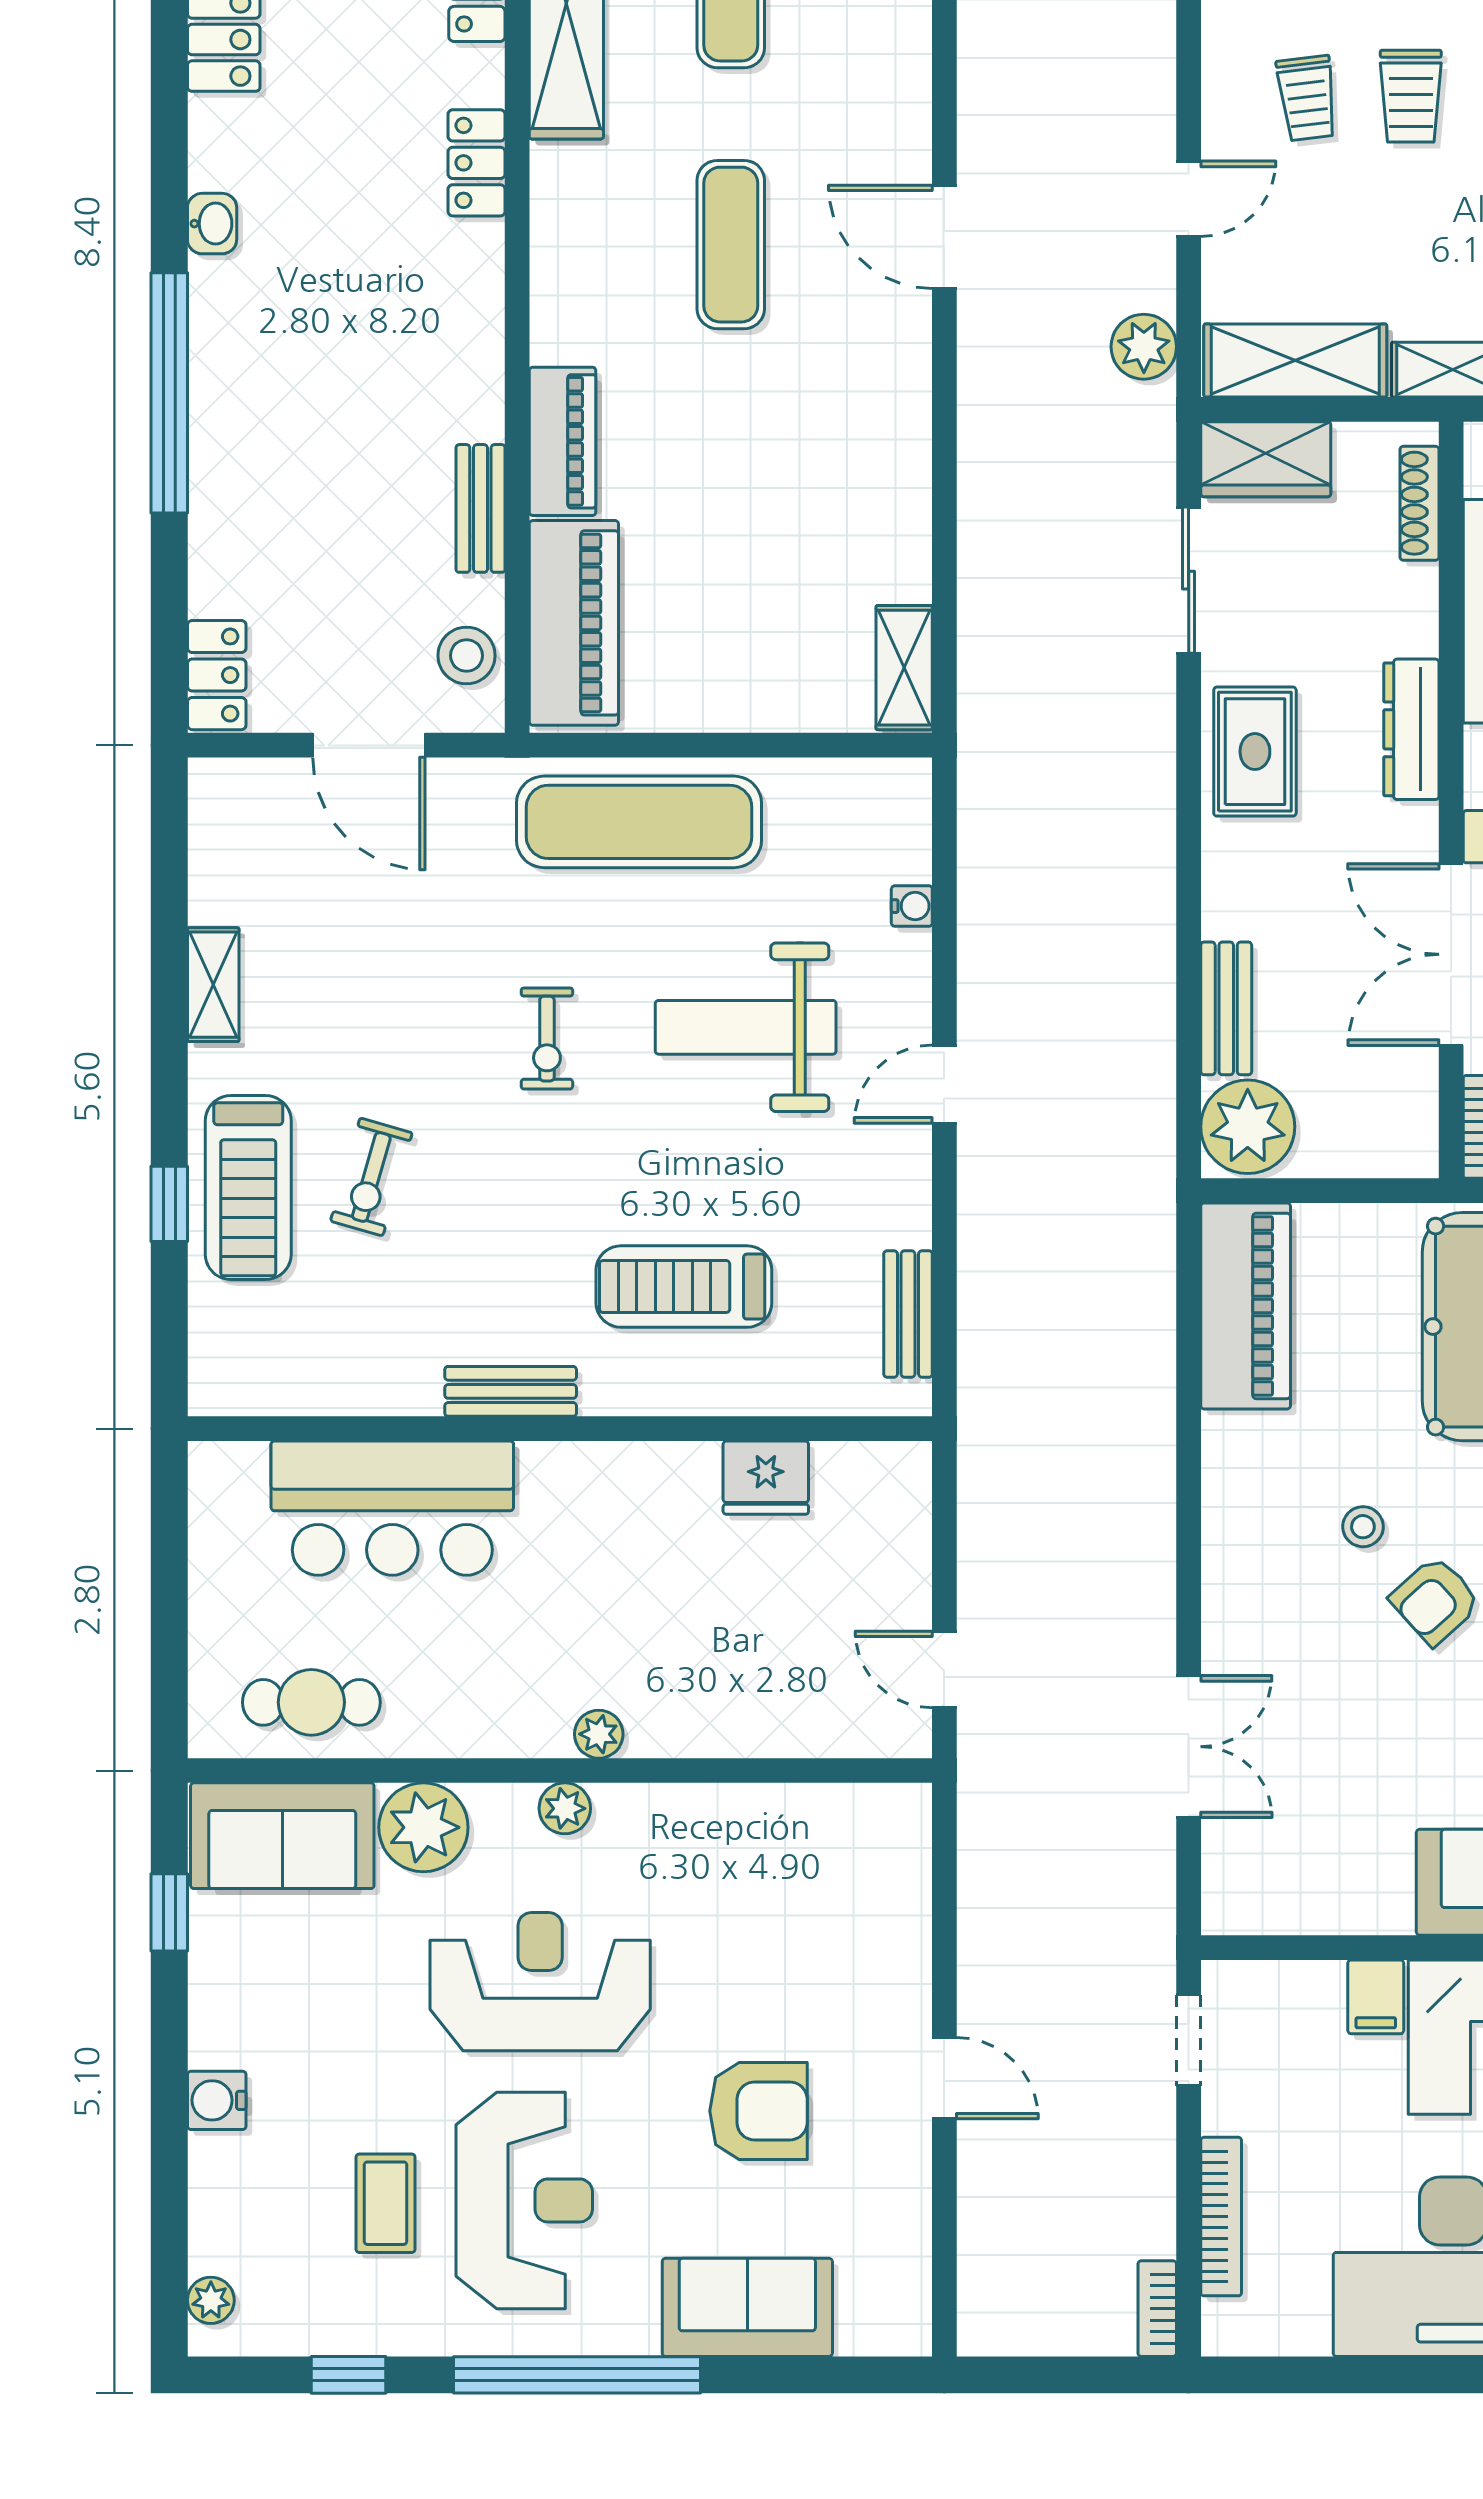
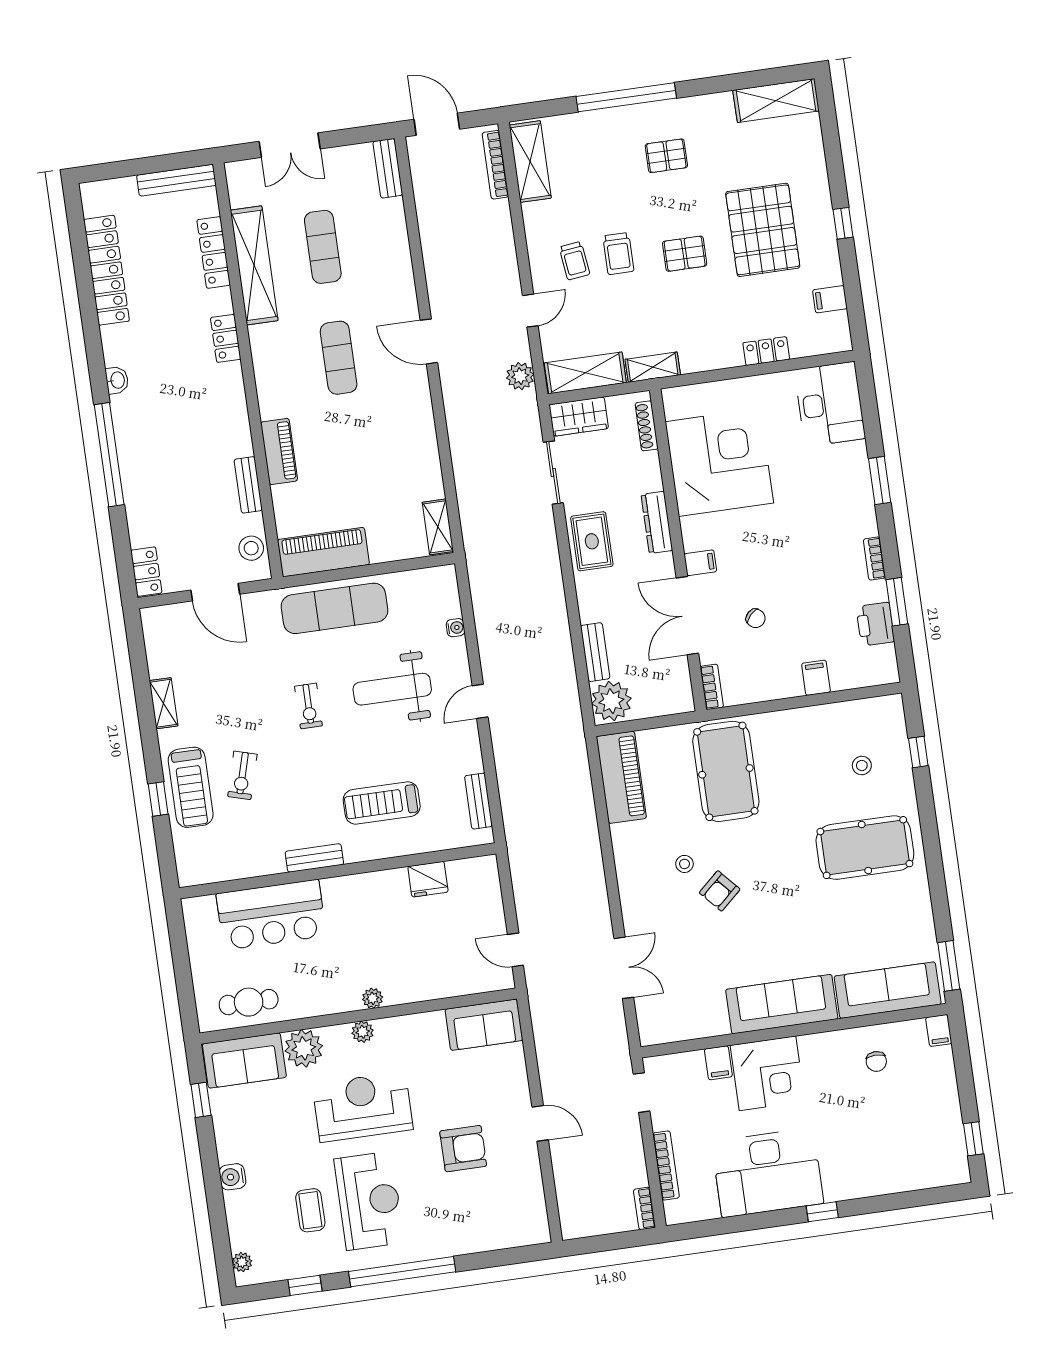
piano: (574, 623) -> (323, 552), moved, turned -90
sofa: (747, 2307) -> (484, 1025), moved, turned 180

